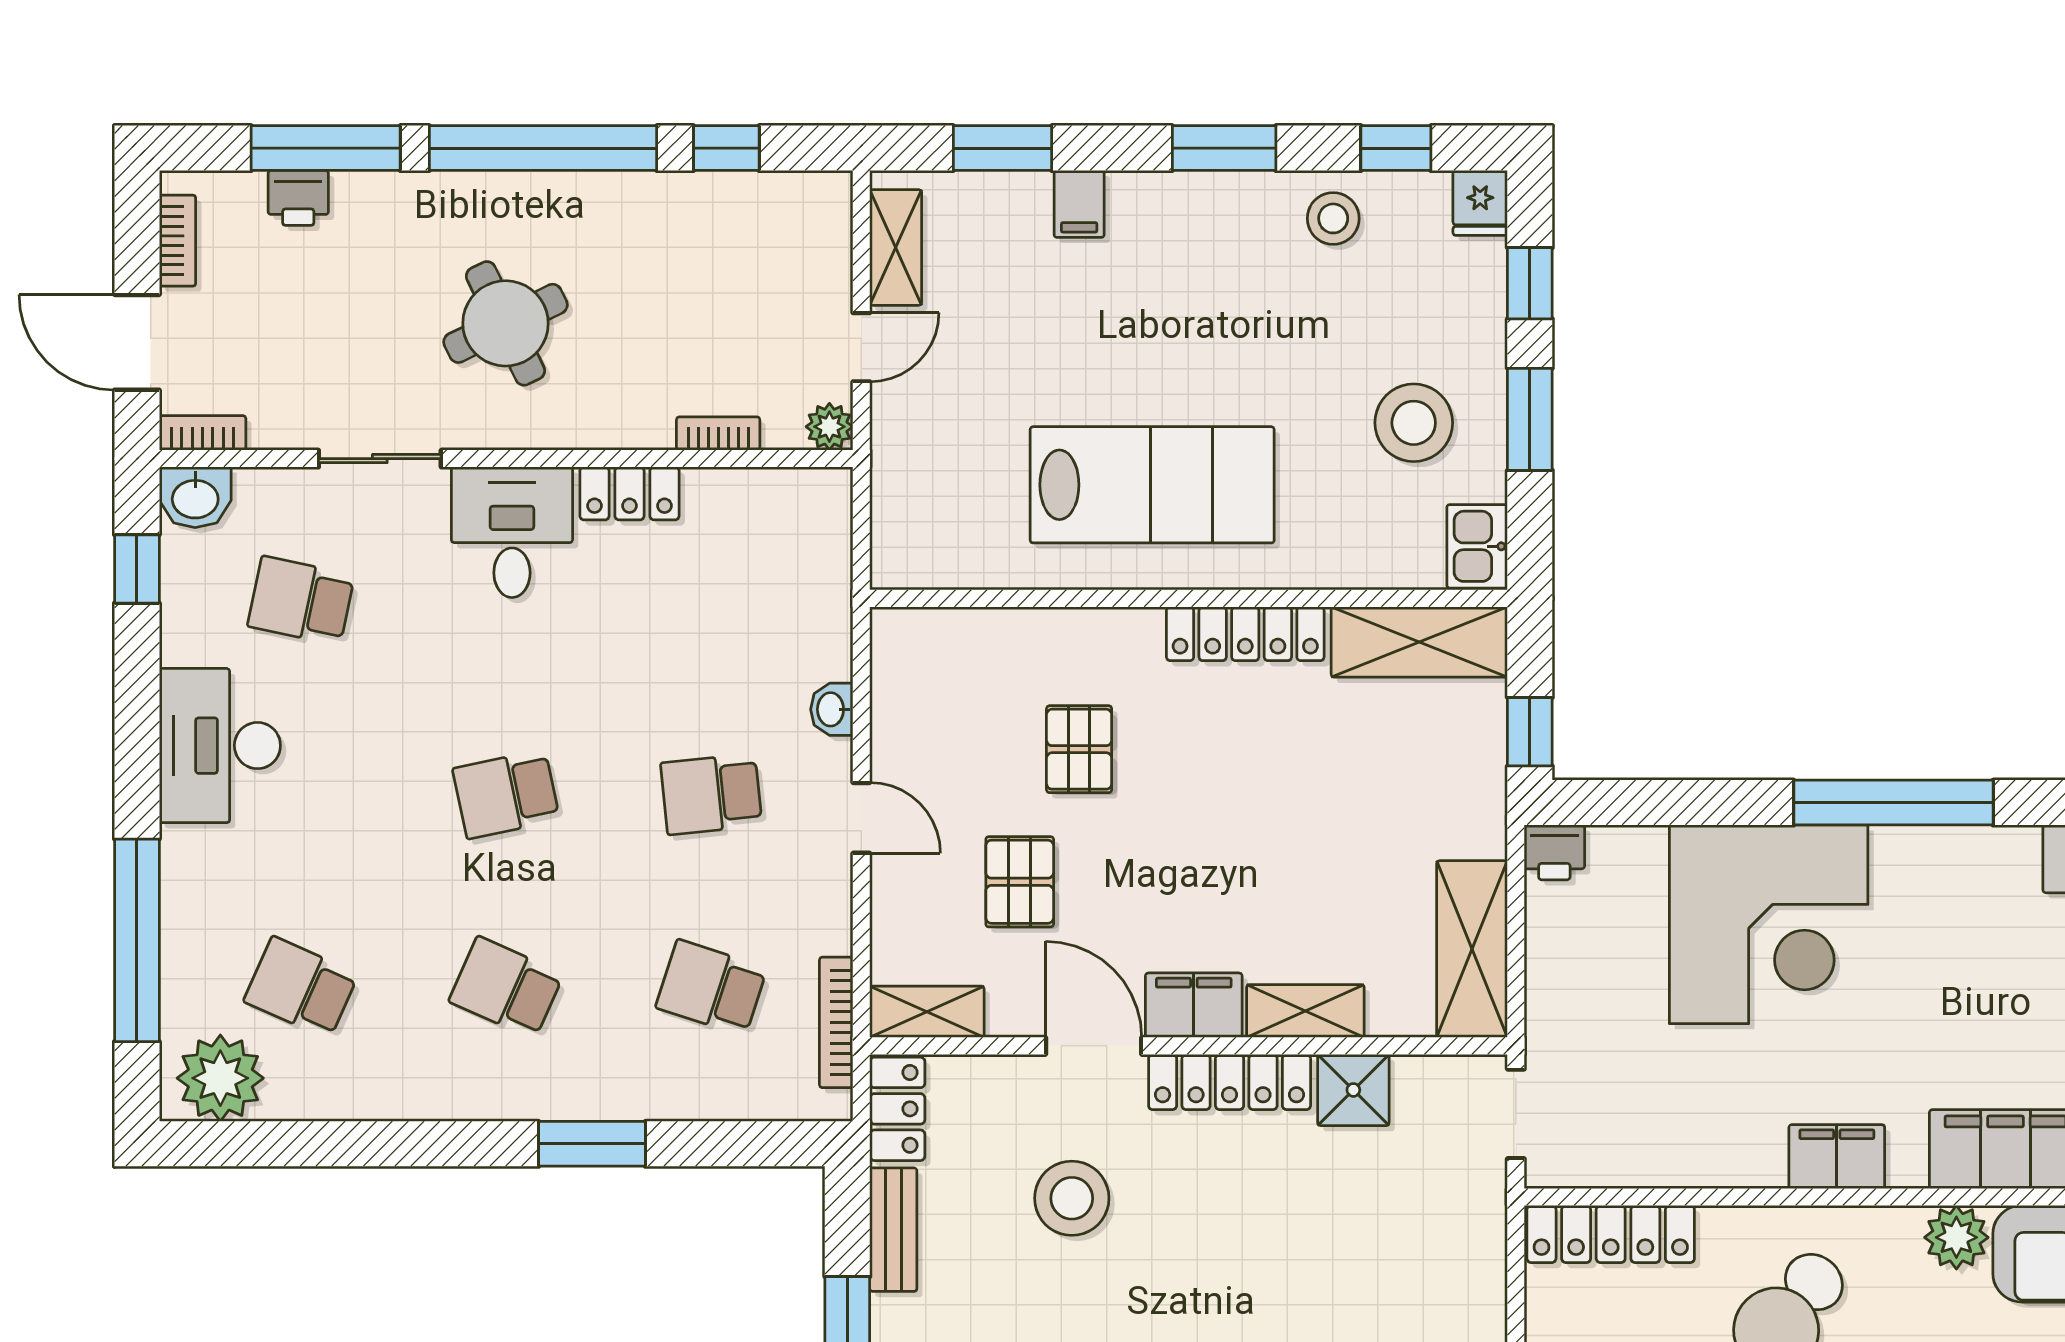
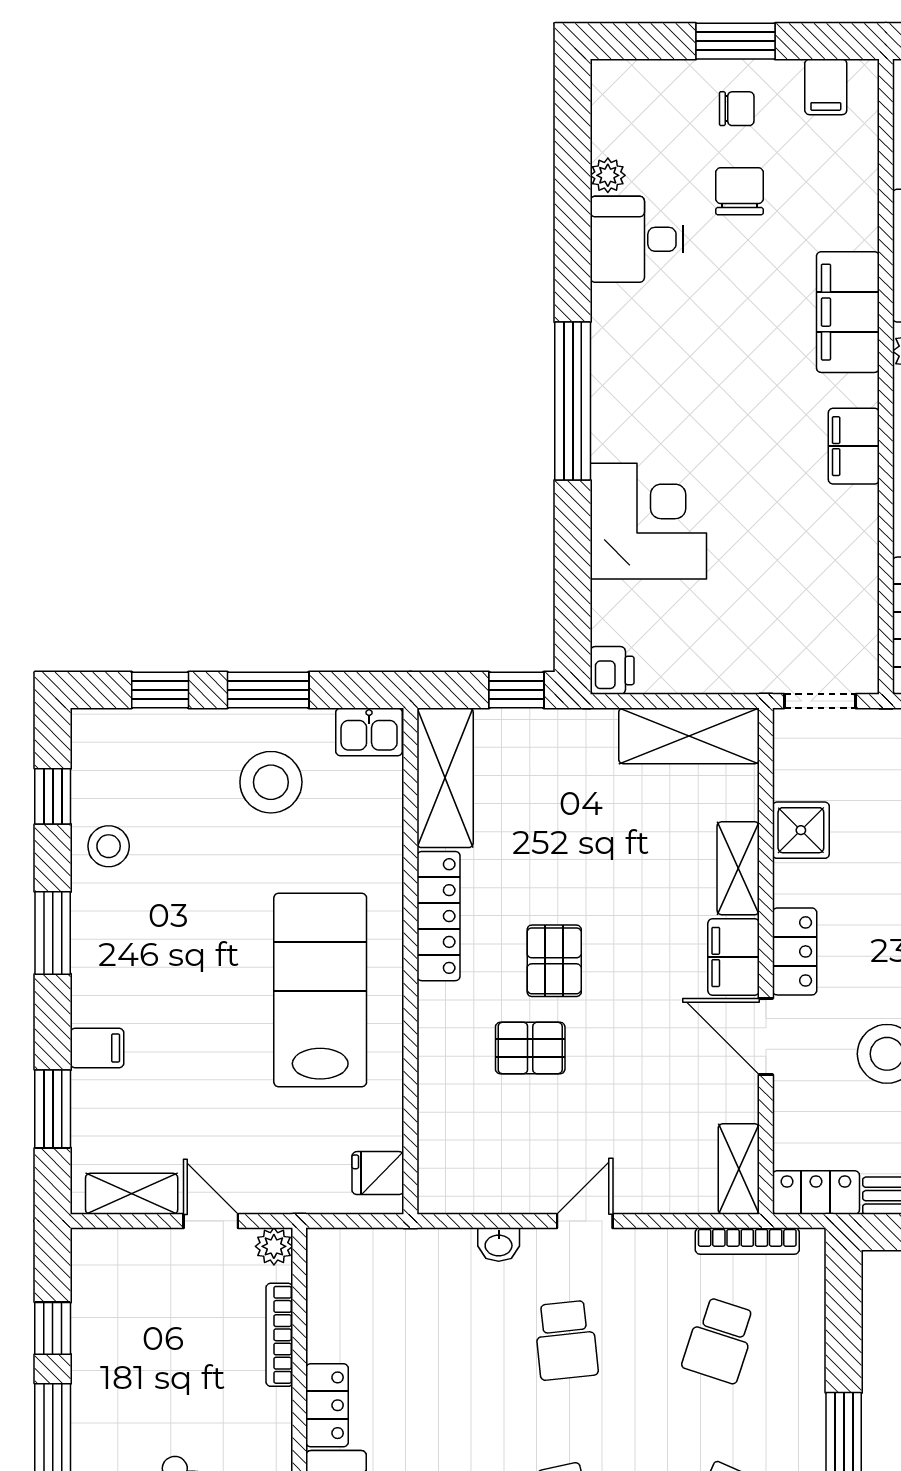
fridge: (1480, 203) -> (378, 1173), moved, turned 180
bookcase: (718, 433) -> (279, 1335), width x1.56
pallet: (1020, 882) -> (554, 961), moved, turned 90
corner desk: (1769, 924) -> (648, 521), width x0.74, depth x0.74
door: (1094, 1046) -> (766, 1036), hinge flipped
locker: (1230, 1082) -> (795, 951), width x0.66

